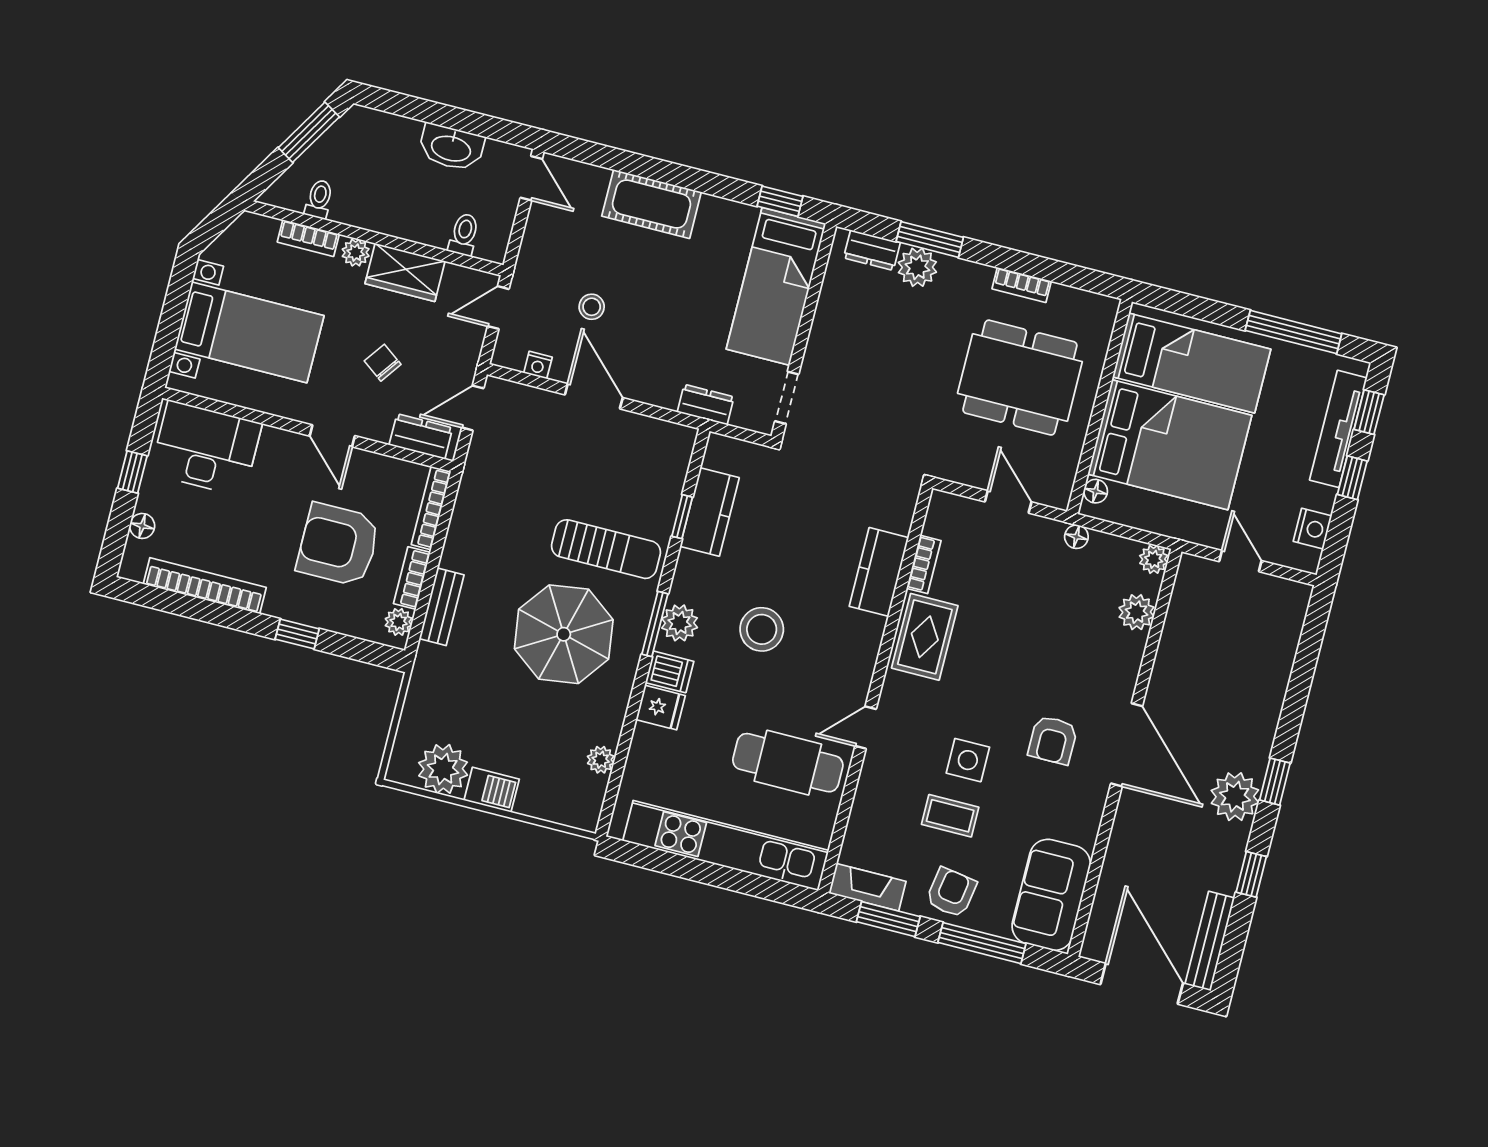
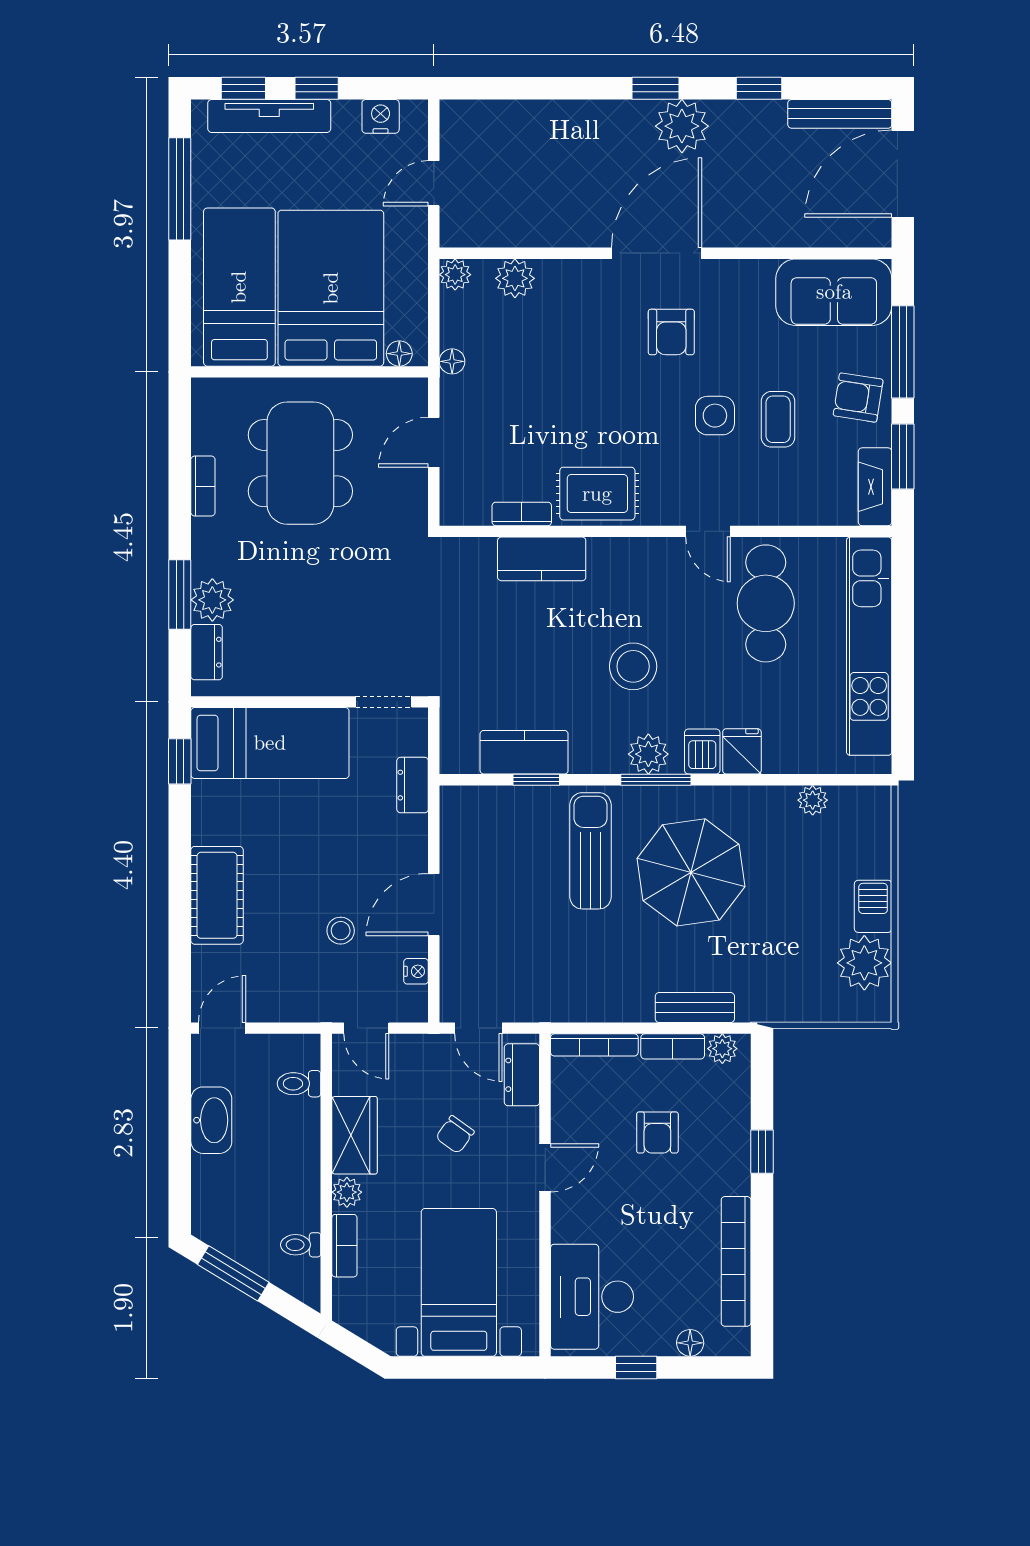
armchair: (338, 545) -> (657, 1133), width x0.53, depth x0.53
armchair: (1053, 740) -> (671, 332), turned 90

